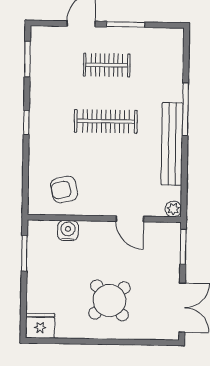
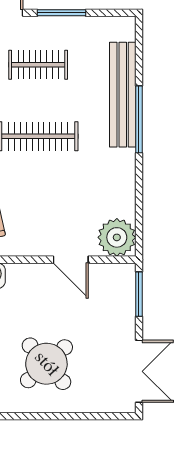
bench: (172, 144) -> (123, 95), moved
plant: (173, 209) -> (117, 237), width x1.88, depth x1.88

